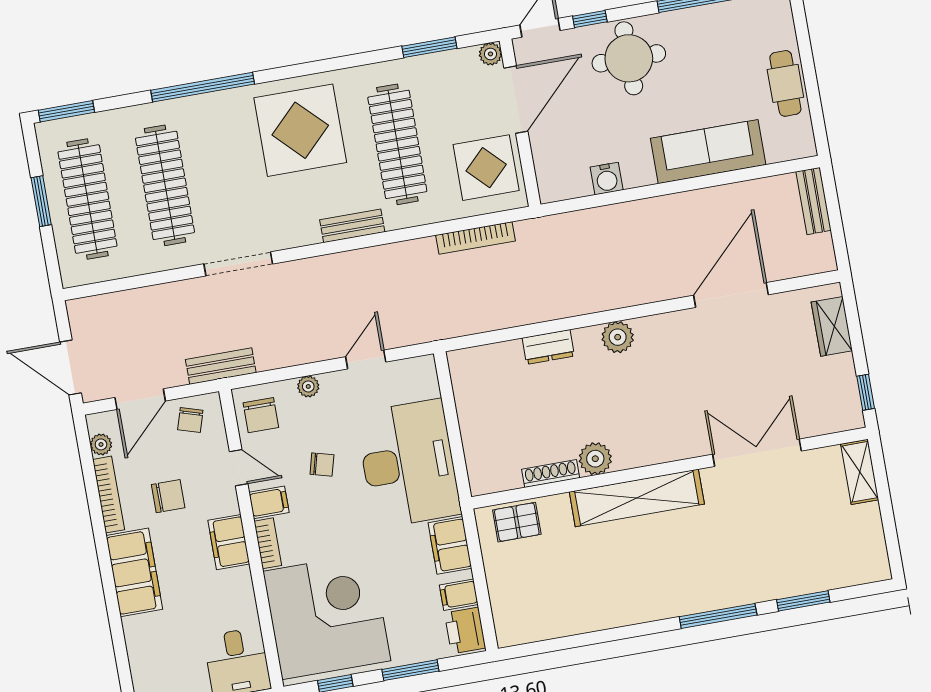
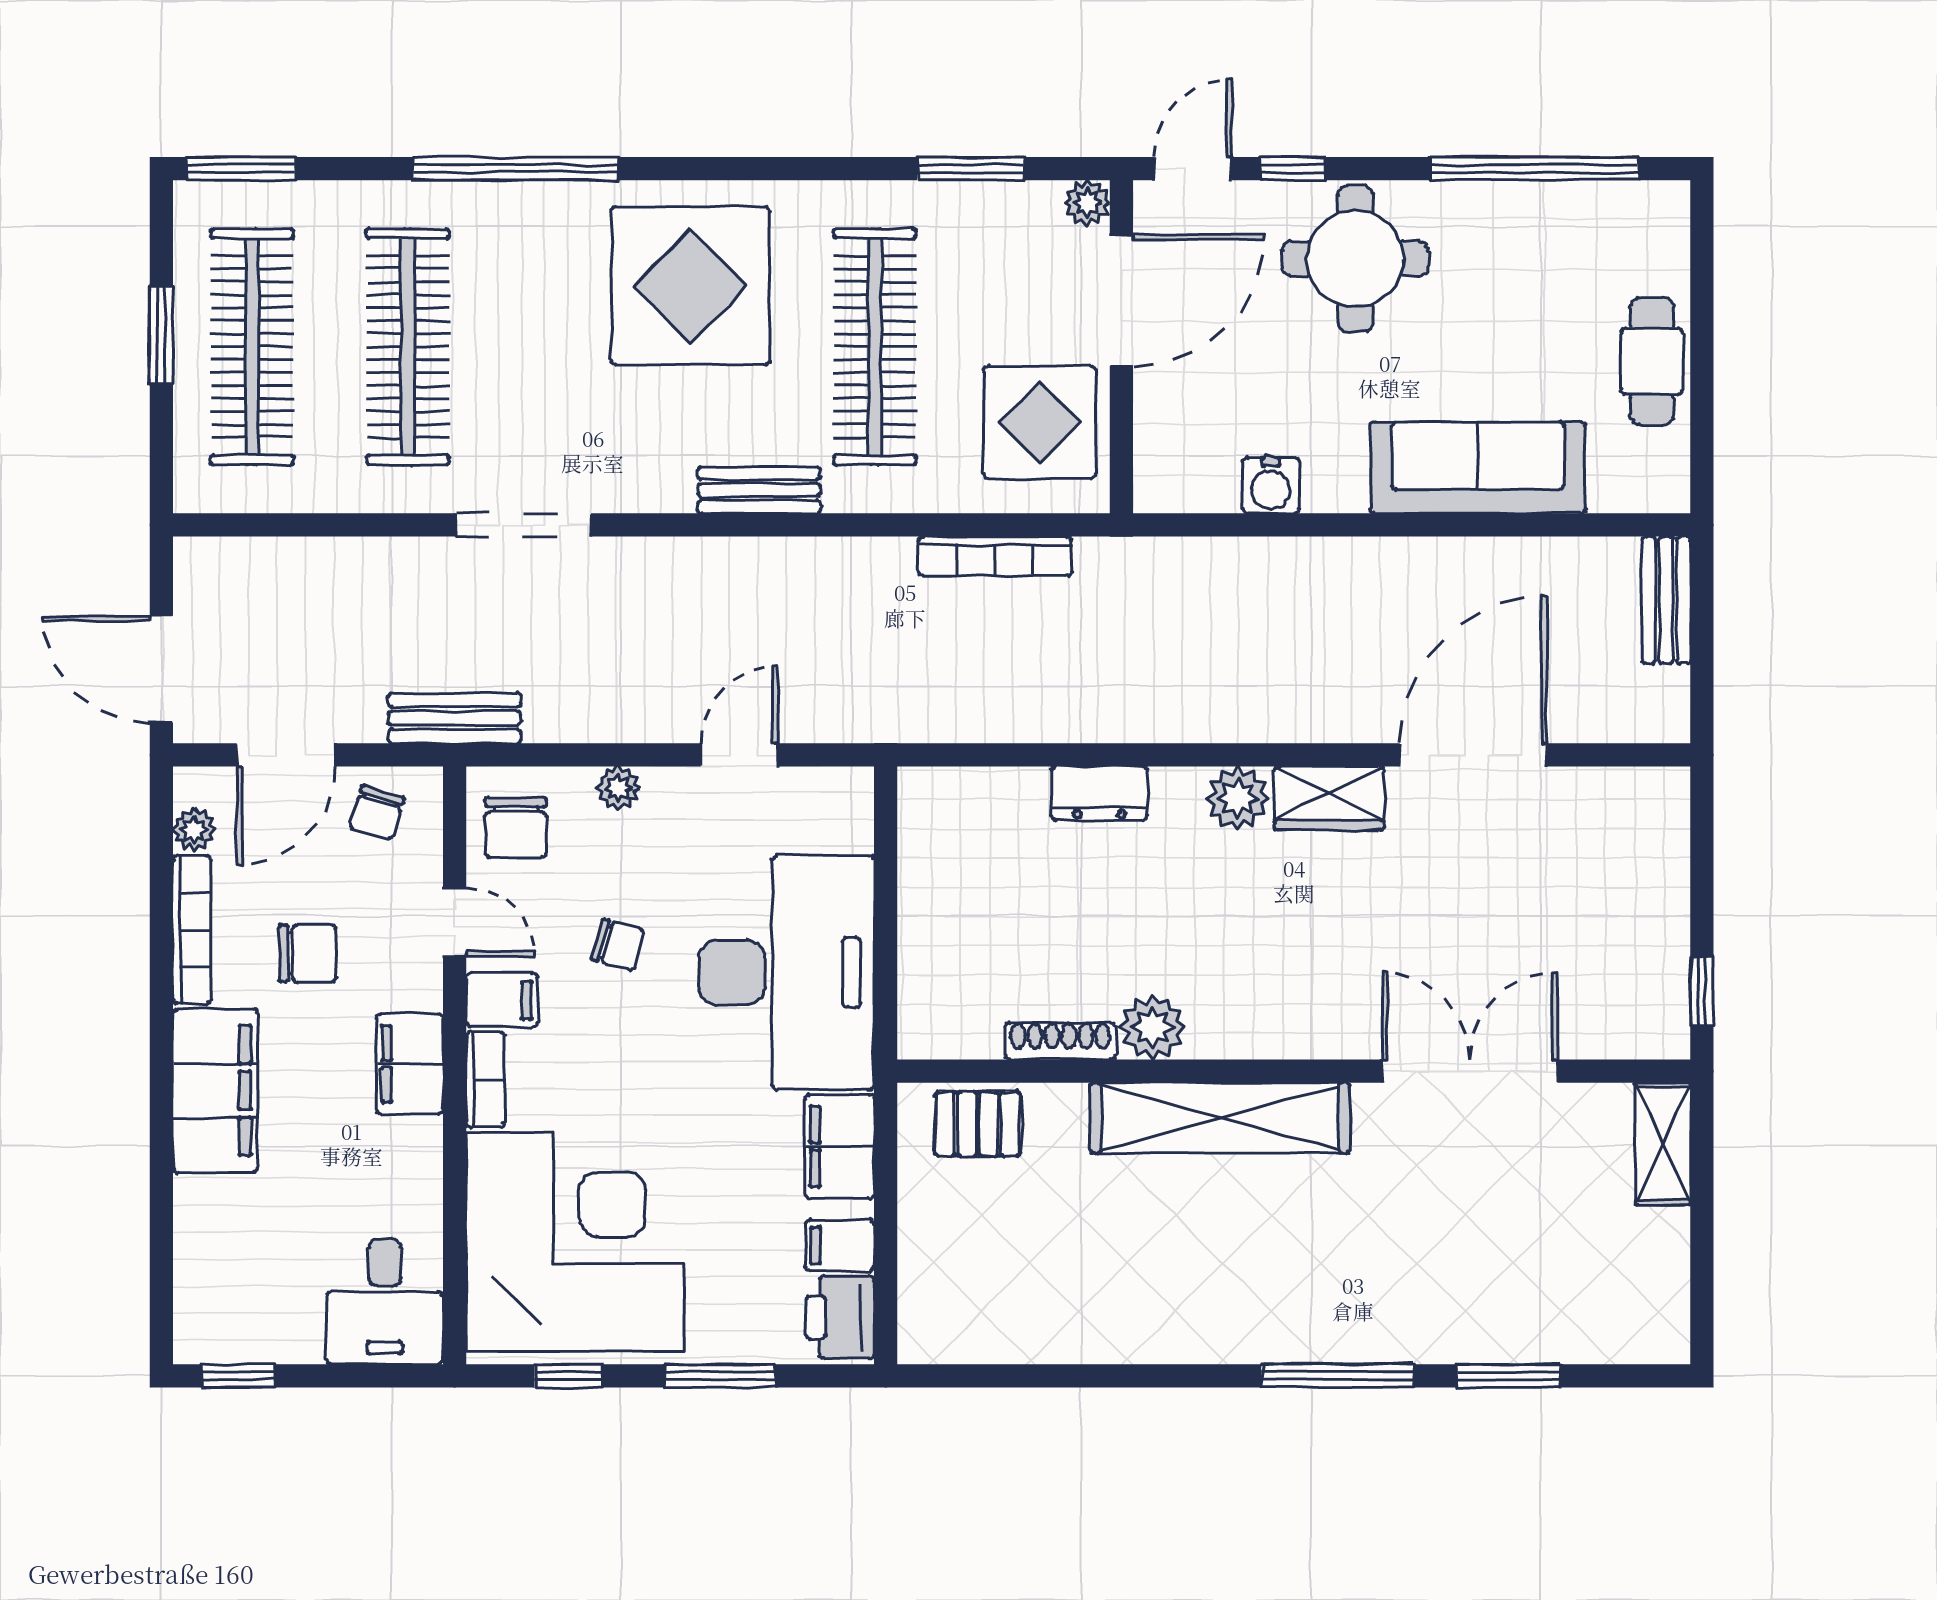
wardrobe: (832, 326) -> (1329, 798), moved, turned -90

